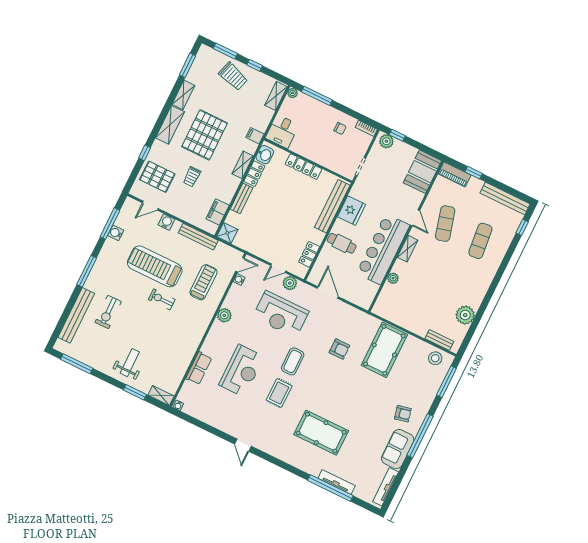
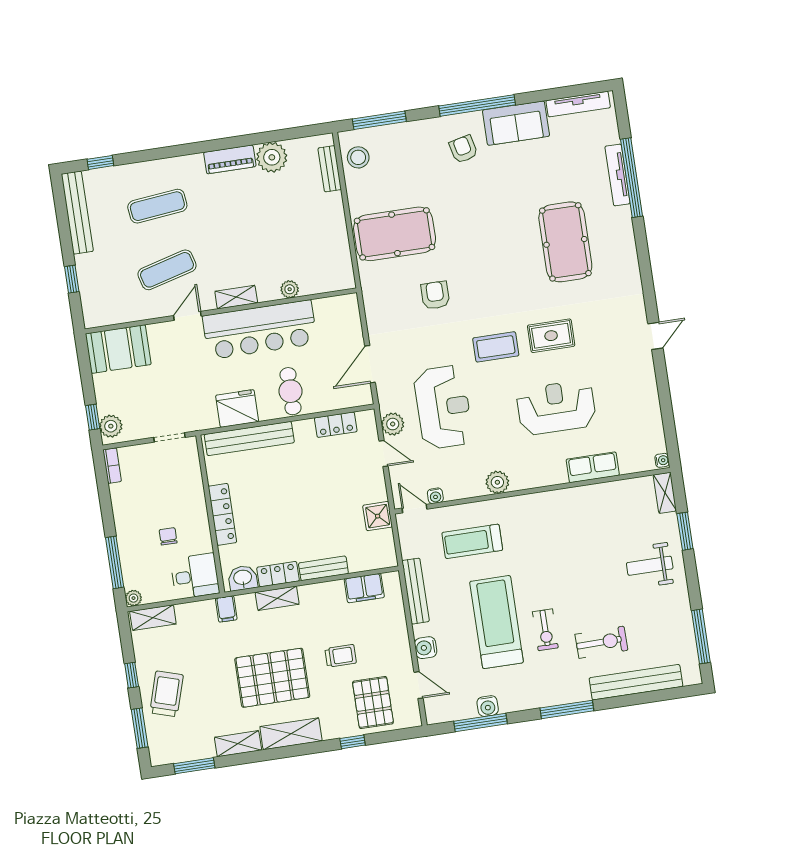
chair: (340, 128) -> (168, 536), moved
piano: (455, 174) -> (230, 159), moved, turned 90
shower: (227, 233) -> (378, 516), moved
treadmill: (155, 266) -> (497, 622), turned 180
exercise bike: (162, 299) -> (545, 630), moved

